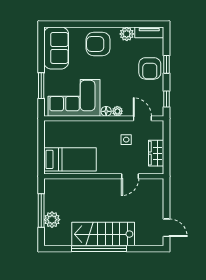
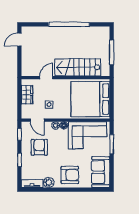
armchair: (150, 68) -> (39, 147), moved
bed: (70, 159) -> (90, 99), width x2.04
plant: (52, 220) -> (104, 46), removed
door: (166, 228) -> (19, 40), hinge flipped
stairs: (103, 234) -> (78, 67), moved, turned 180

